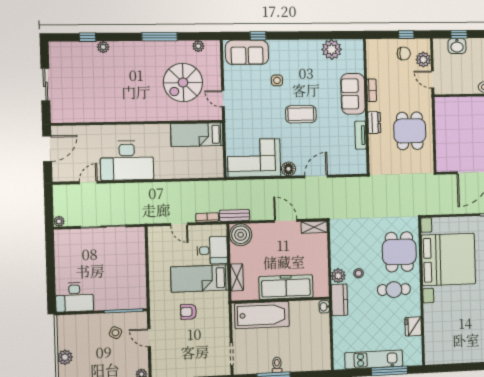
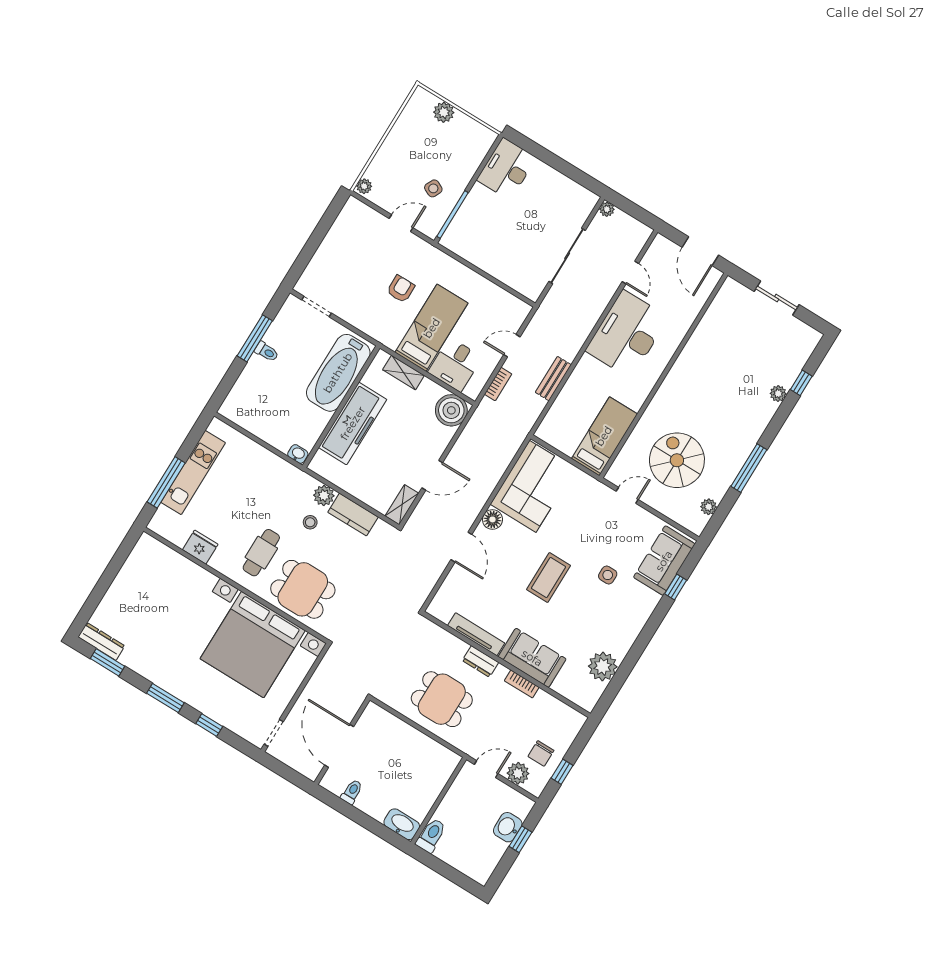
tv unit: (360, 135) -> (476, 634), width x1.41
bench: (235, 215) -> (553, 379), moved
kitchen counter: (340, 300) -> (353, 515), moved

